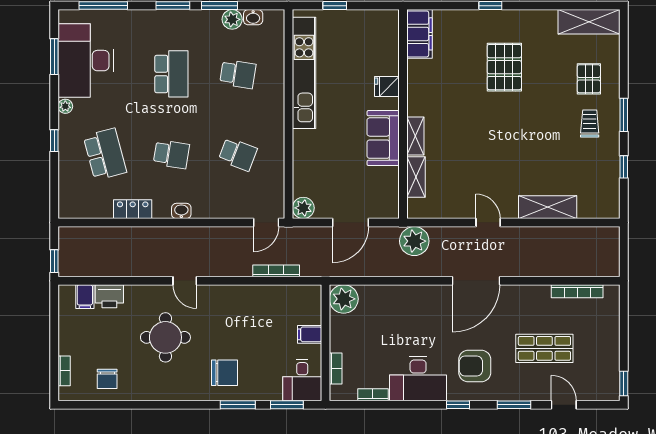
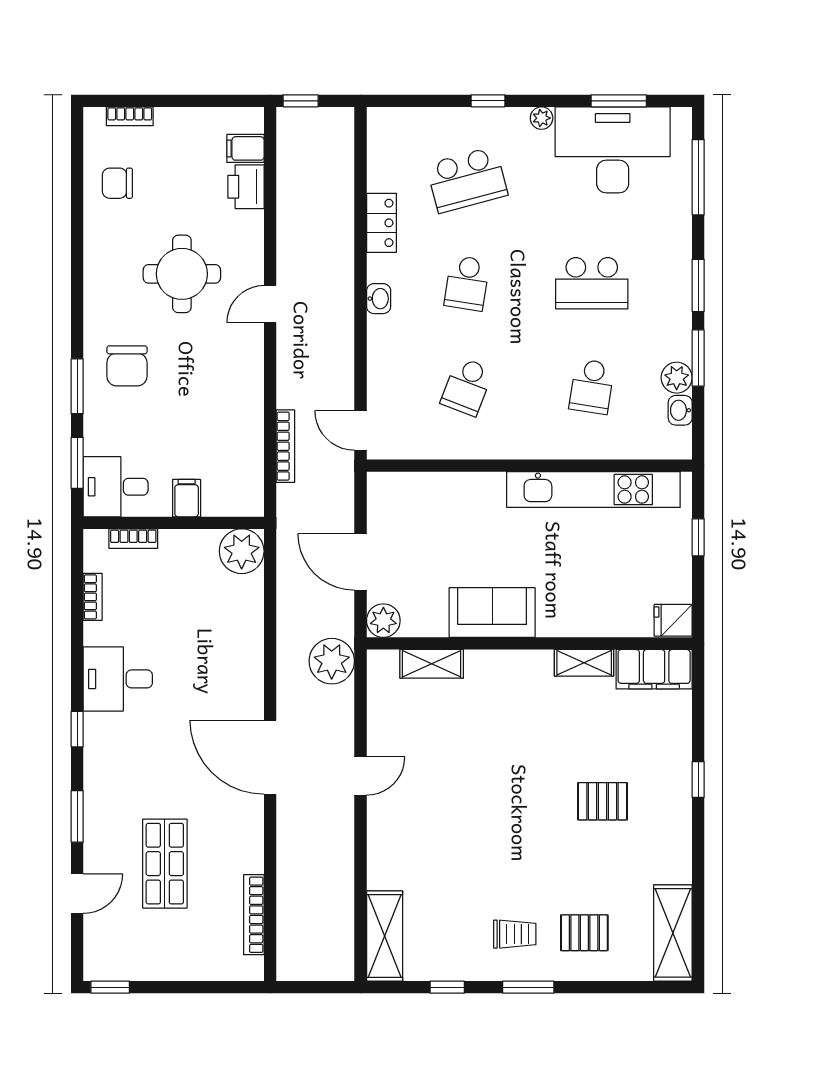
pallet: (504, 67) -> (602, 801), width x0.67, depth x0.71
fridge: (387, 87) -> (673, 620), moved, turned -90
shelving: (415, 136) -> (584, 663), moved
shelving: (548, 207) -> (385, 936), moved
plant: (303, 208) -> (383, 621), moved
armchair: (475, 366) -> (137, 755), removed
desk: (418, 379) -> (118, 679), width x0.73

